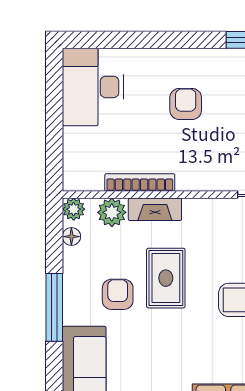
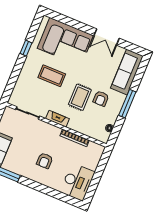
plant: (74, 209) -> (104, 138), removed
fireplace: (155, 209) -> (57, 119), moved
plant: (112, 212) -> (90, 131), removed

